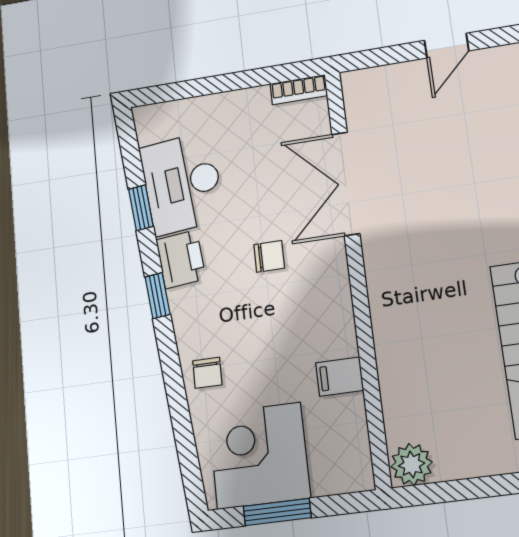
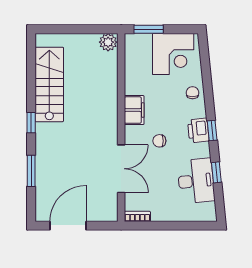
door: (447, 46) -> (68, 226), width x1.88
printer: (181, 259) -> (198, 130), moved
filing cabinet: (340, 377) -> (134, 110), moved, width x2.00
window: (277, 512) -> (149, 29), moved

